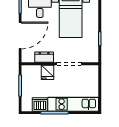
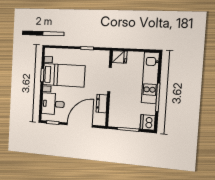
door: (20, 36) -> (80, 125), hinge flipped
fridge: (47, 72) -> (119, 57), moved
dishwasher: (40, 104) -> (148, 122), moved

